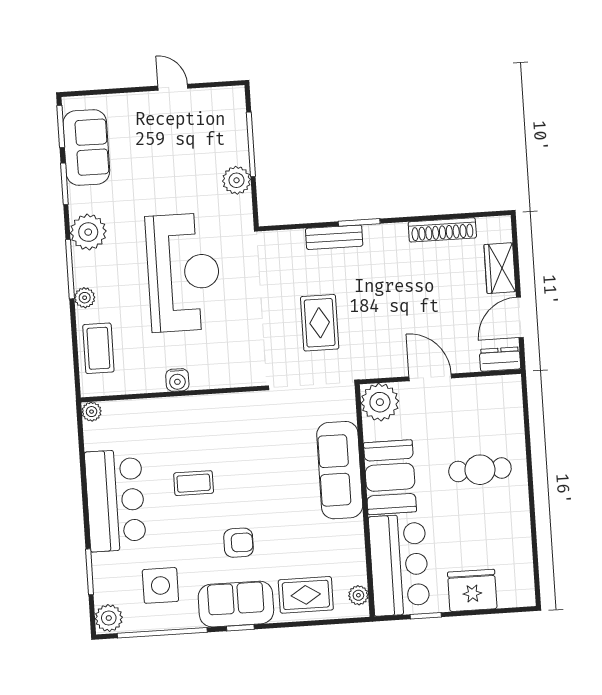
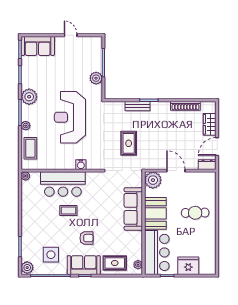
sofa: (86, 148) -> (38, 46), moved, turned 90
reception desk: (183, 272) -> (70, 117), turned 180
water cooler: (177, 380) -> (81, 165), moved
bar counter: (115, 500) -> (63, 184), moved, turned 90

